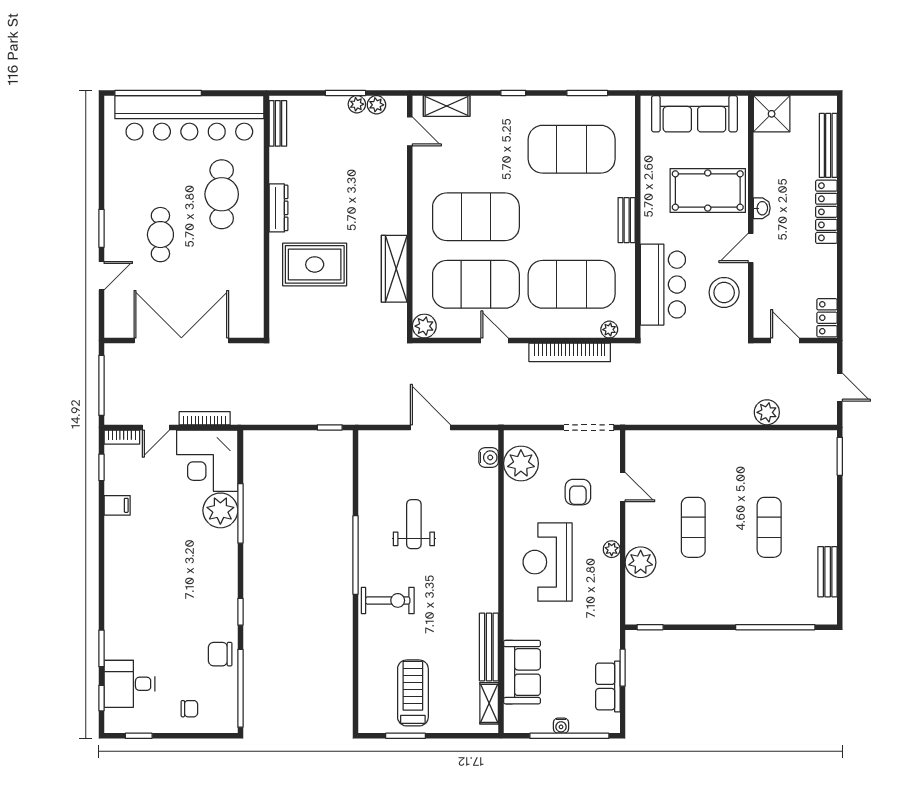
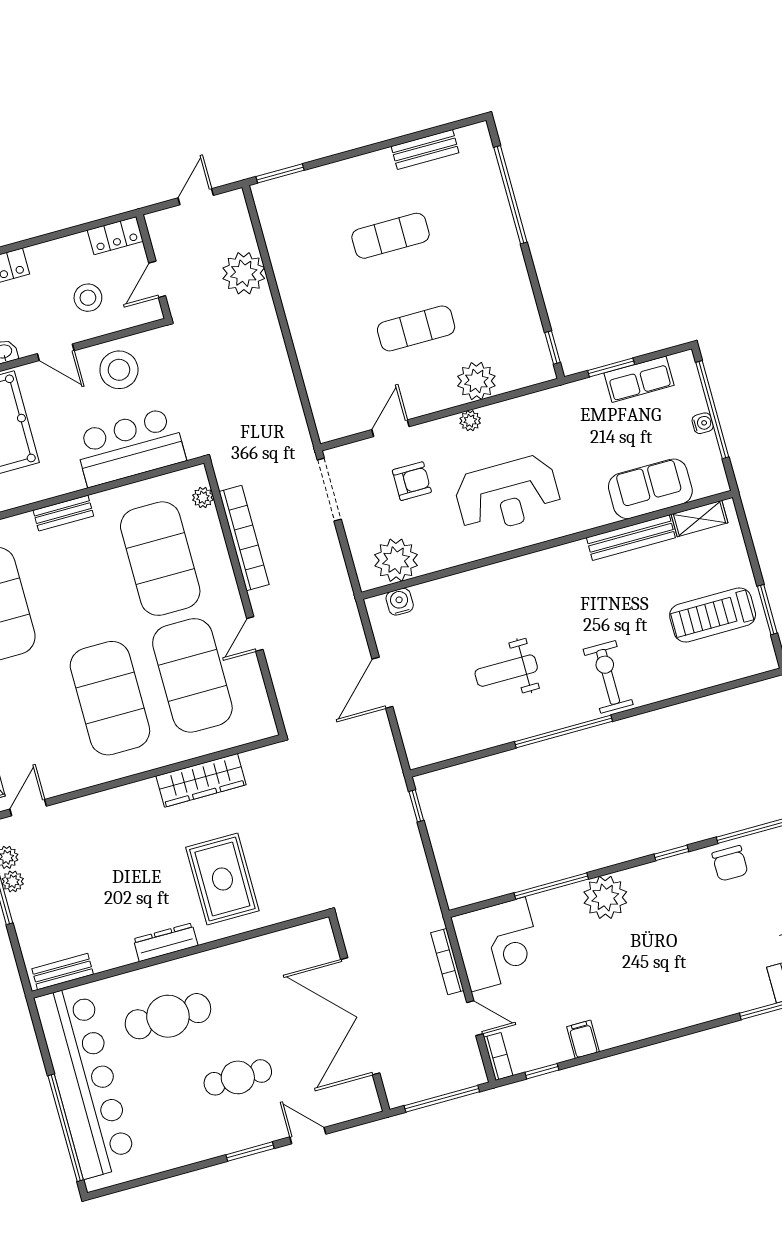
stool: (785, 284) -> (88, 298), added
plant: (424, 326) -> (261, 724), removed
plant: (767, 412) -> (244, 273), width x1.36, depth x1.36
plant: (220, 510) -> (605, 897), moved

